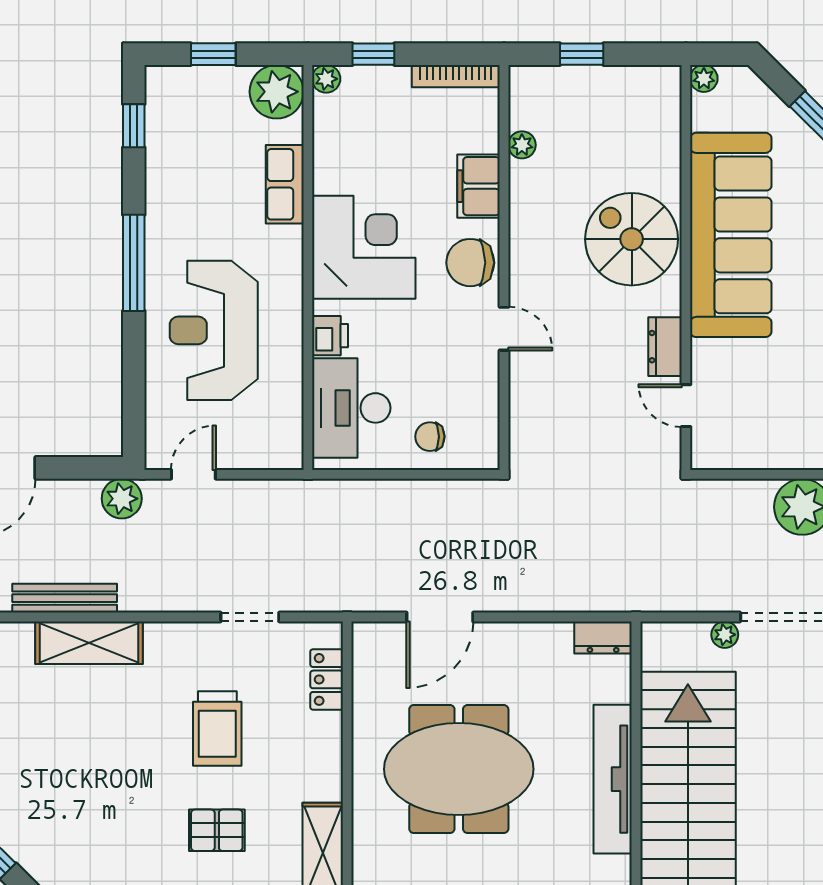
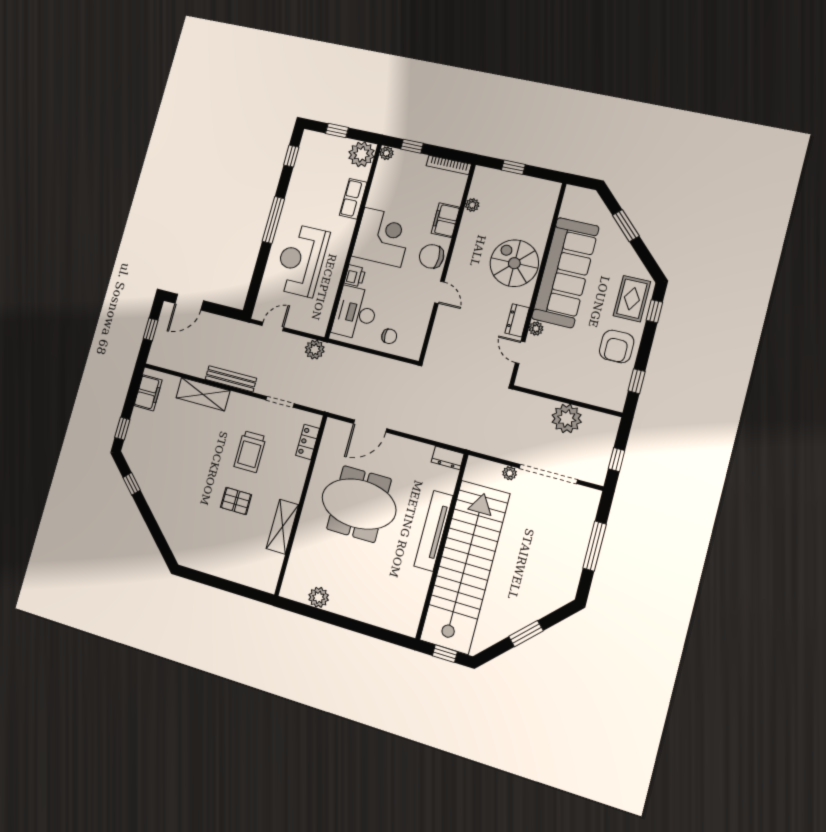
plant: (704, 78) -> (536, 329), moved
chair: (430, 437) -> (389, 336), turned 180
plant: (122, 499) -> (315, 350), moved
bench: (65, 598) -> (231, 379), moved

